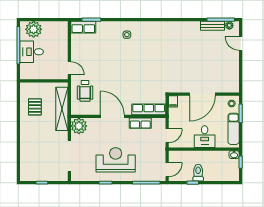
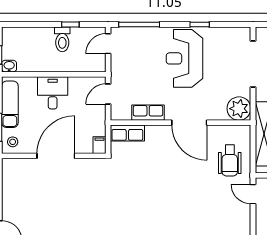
wheelchair: (85, 91) -> (230, 161), turned 180
row of seats: (149, 109) -> (127, 133), width x0.68
reception desk: (116, 160) -> (184, 58), turned 90

